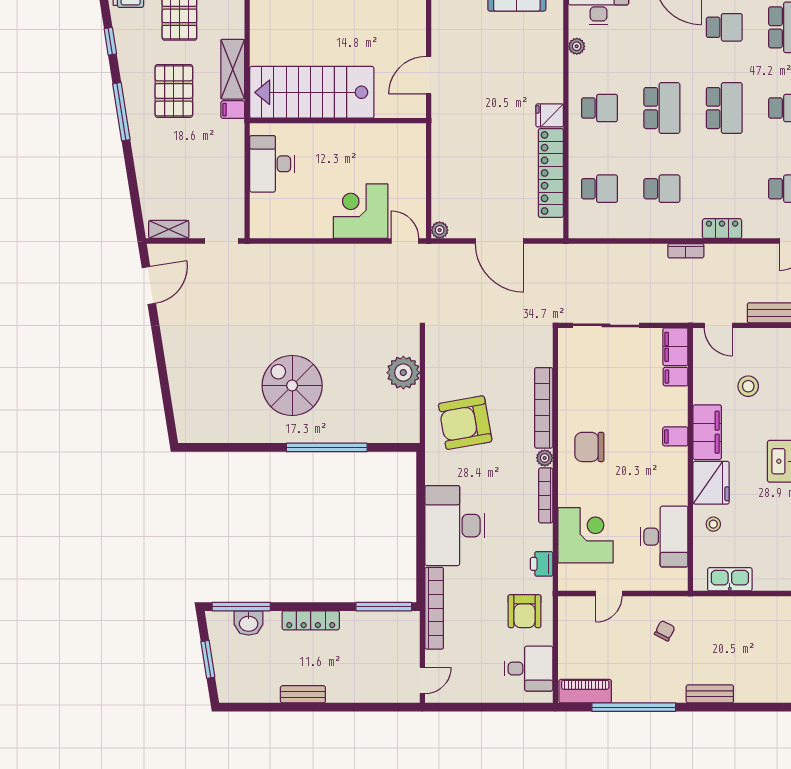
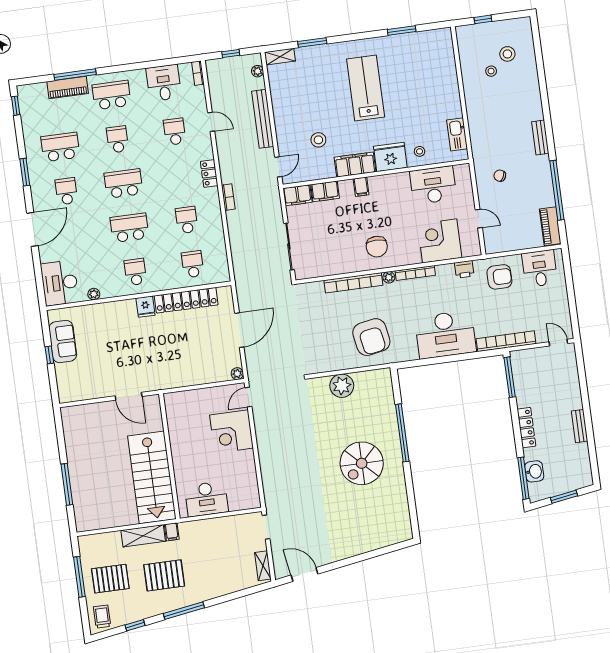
filing cabinet: (676, 377) -> (325, 191), width x2.00

